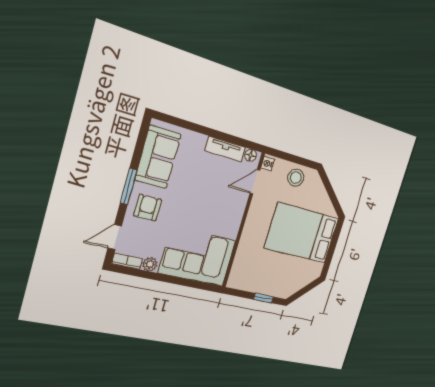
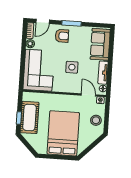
sofa: (158, 157) -> (100, 44), moved, turned 90
side table: (205, 200) -> (72, 67), added
door: (115, 237) -> (43, 21), swing flipped
cot: (267, 282) -> (30, 117), added

